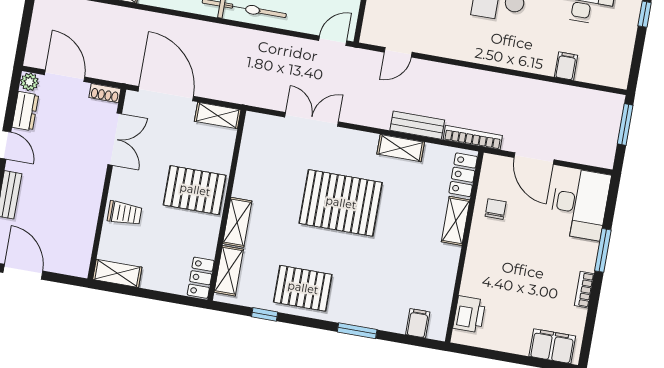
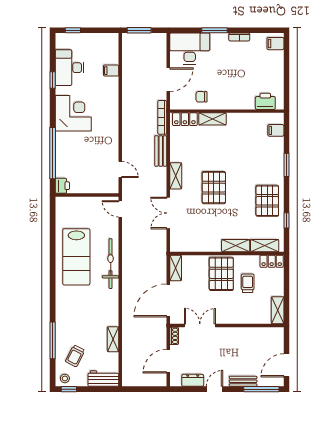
plant: (29, 82) -> (175, 381), removed
shelving: (401, 148) -> (176, 176), moved
pallet: (341, 203) -> (214, 188), width x0.73, depth x0.71
trolley: (125, 213) -> (248, 283), moved
filing cabinet: (552, 346) -> (275, 44), width x0.50

